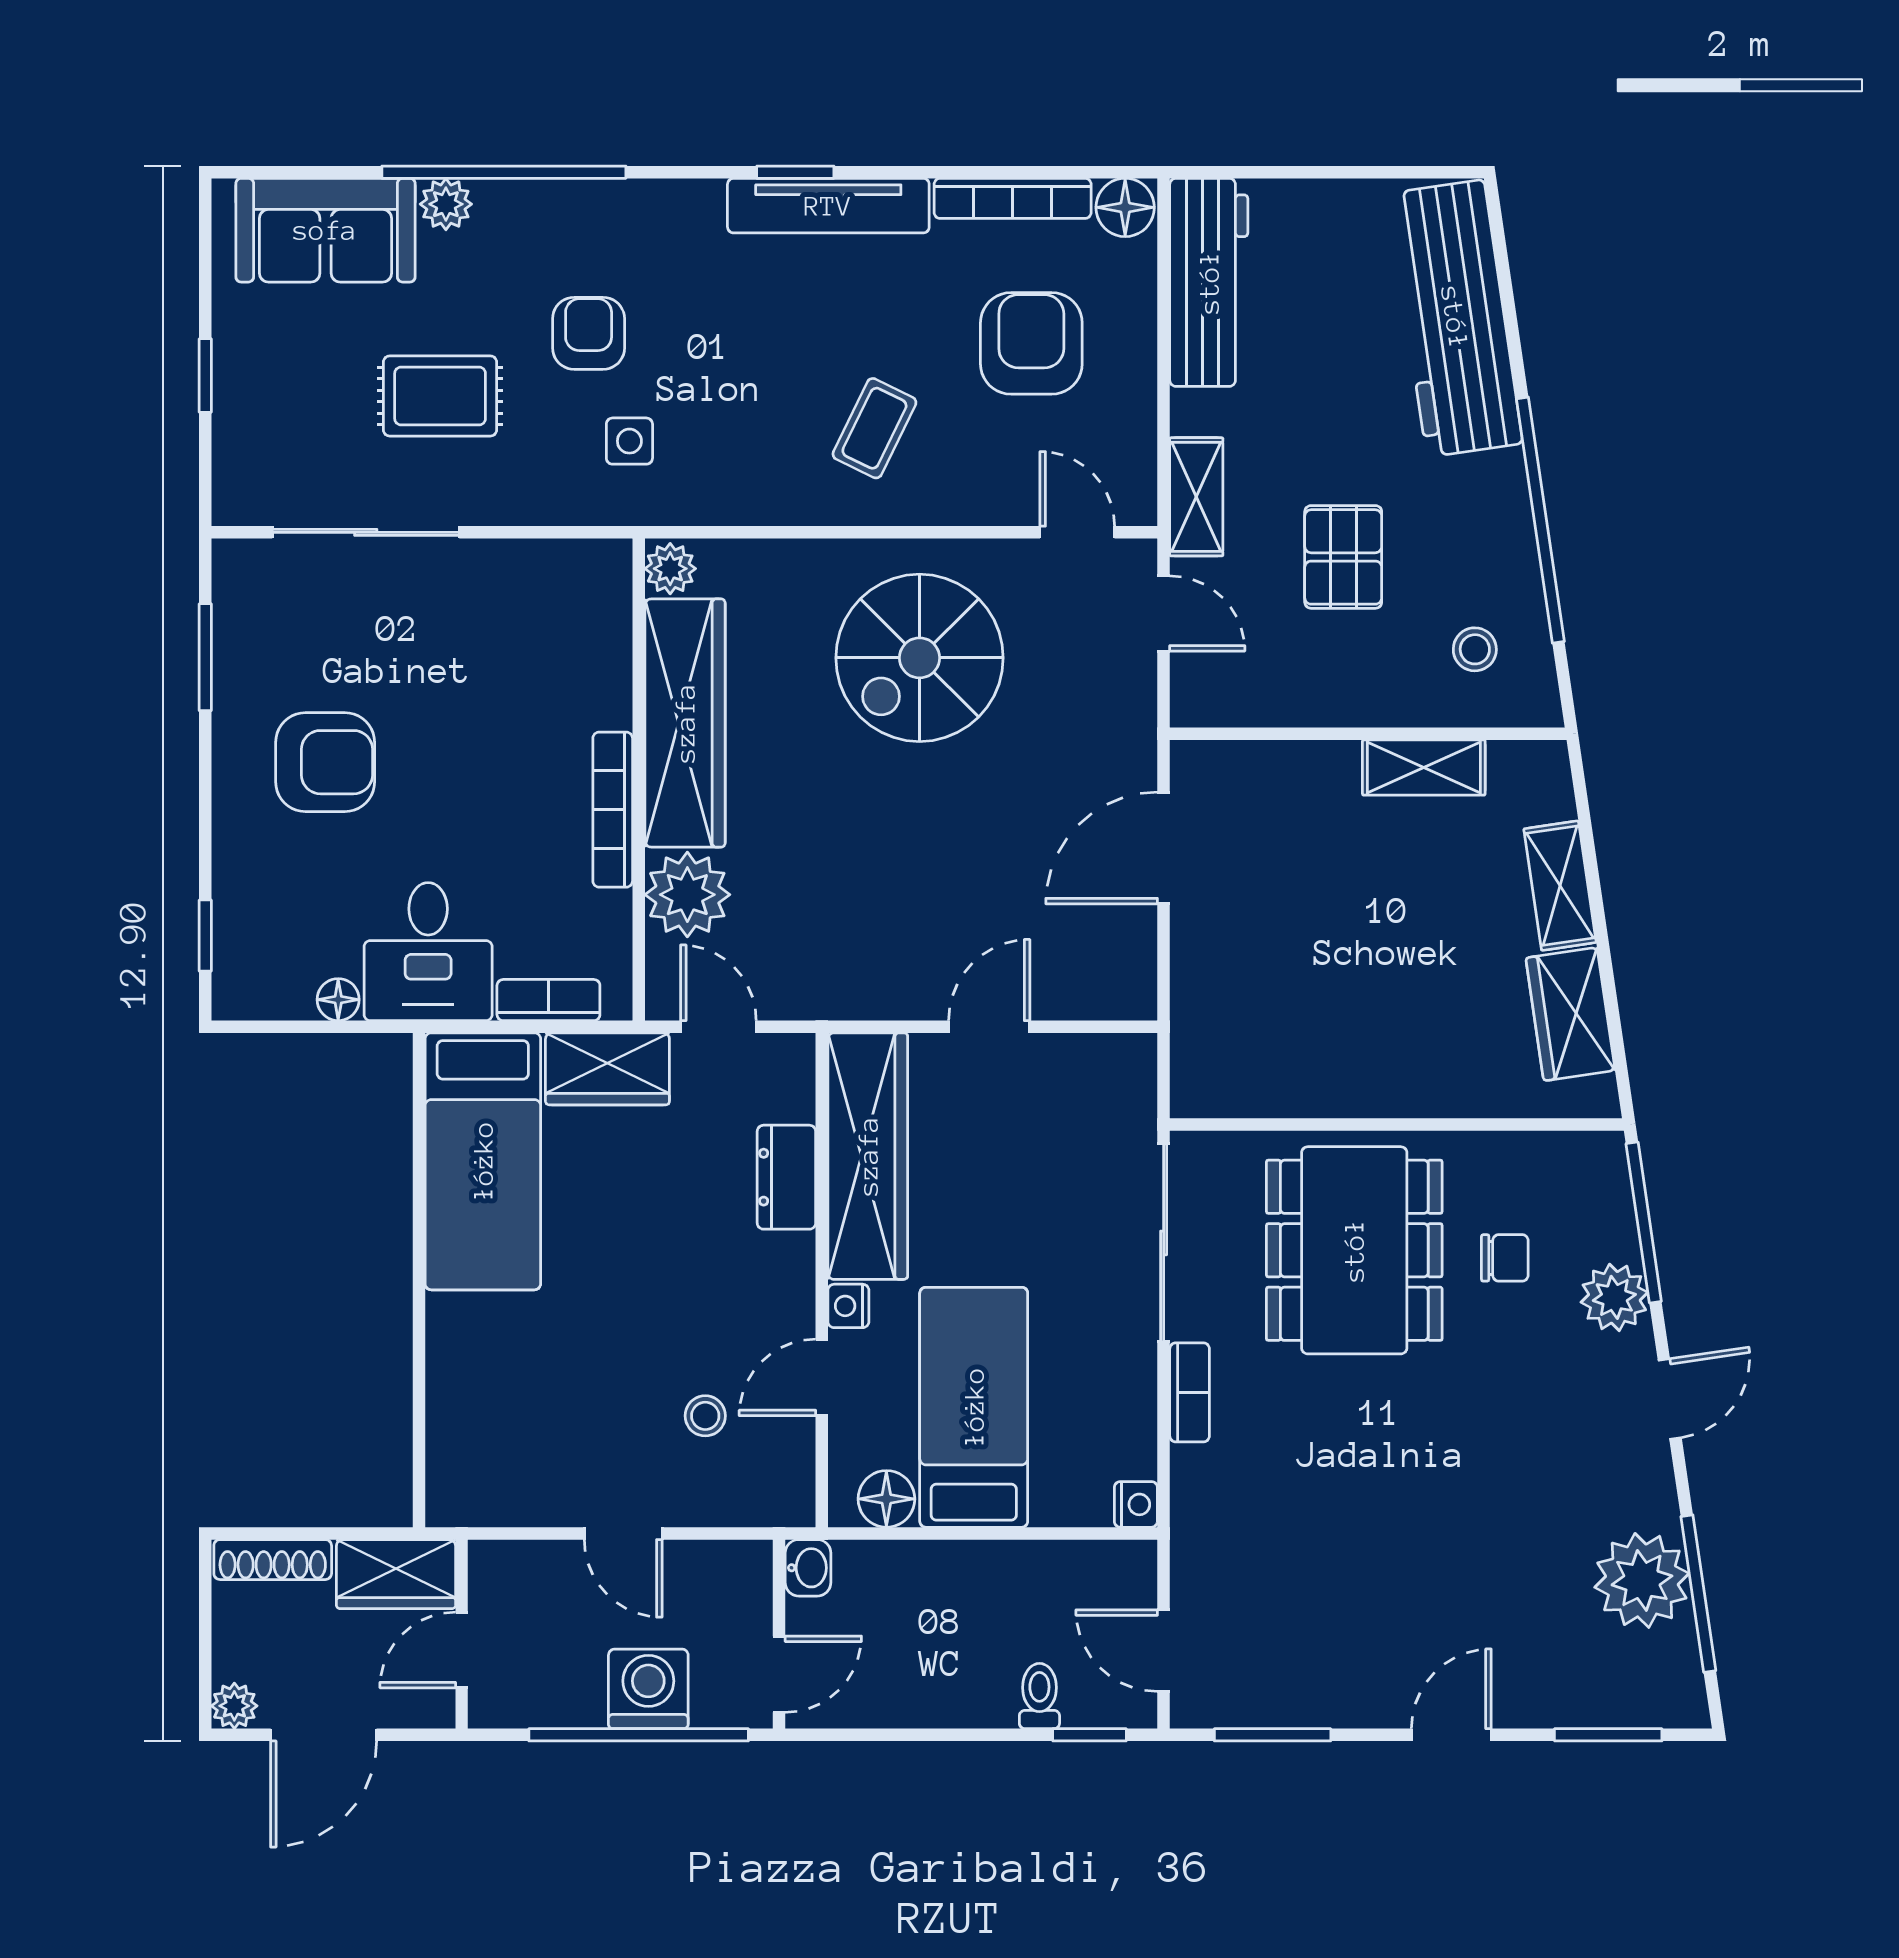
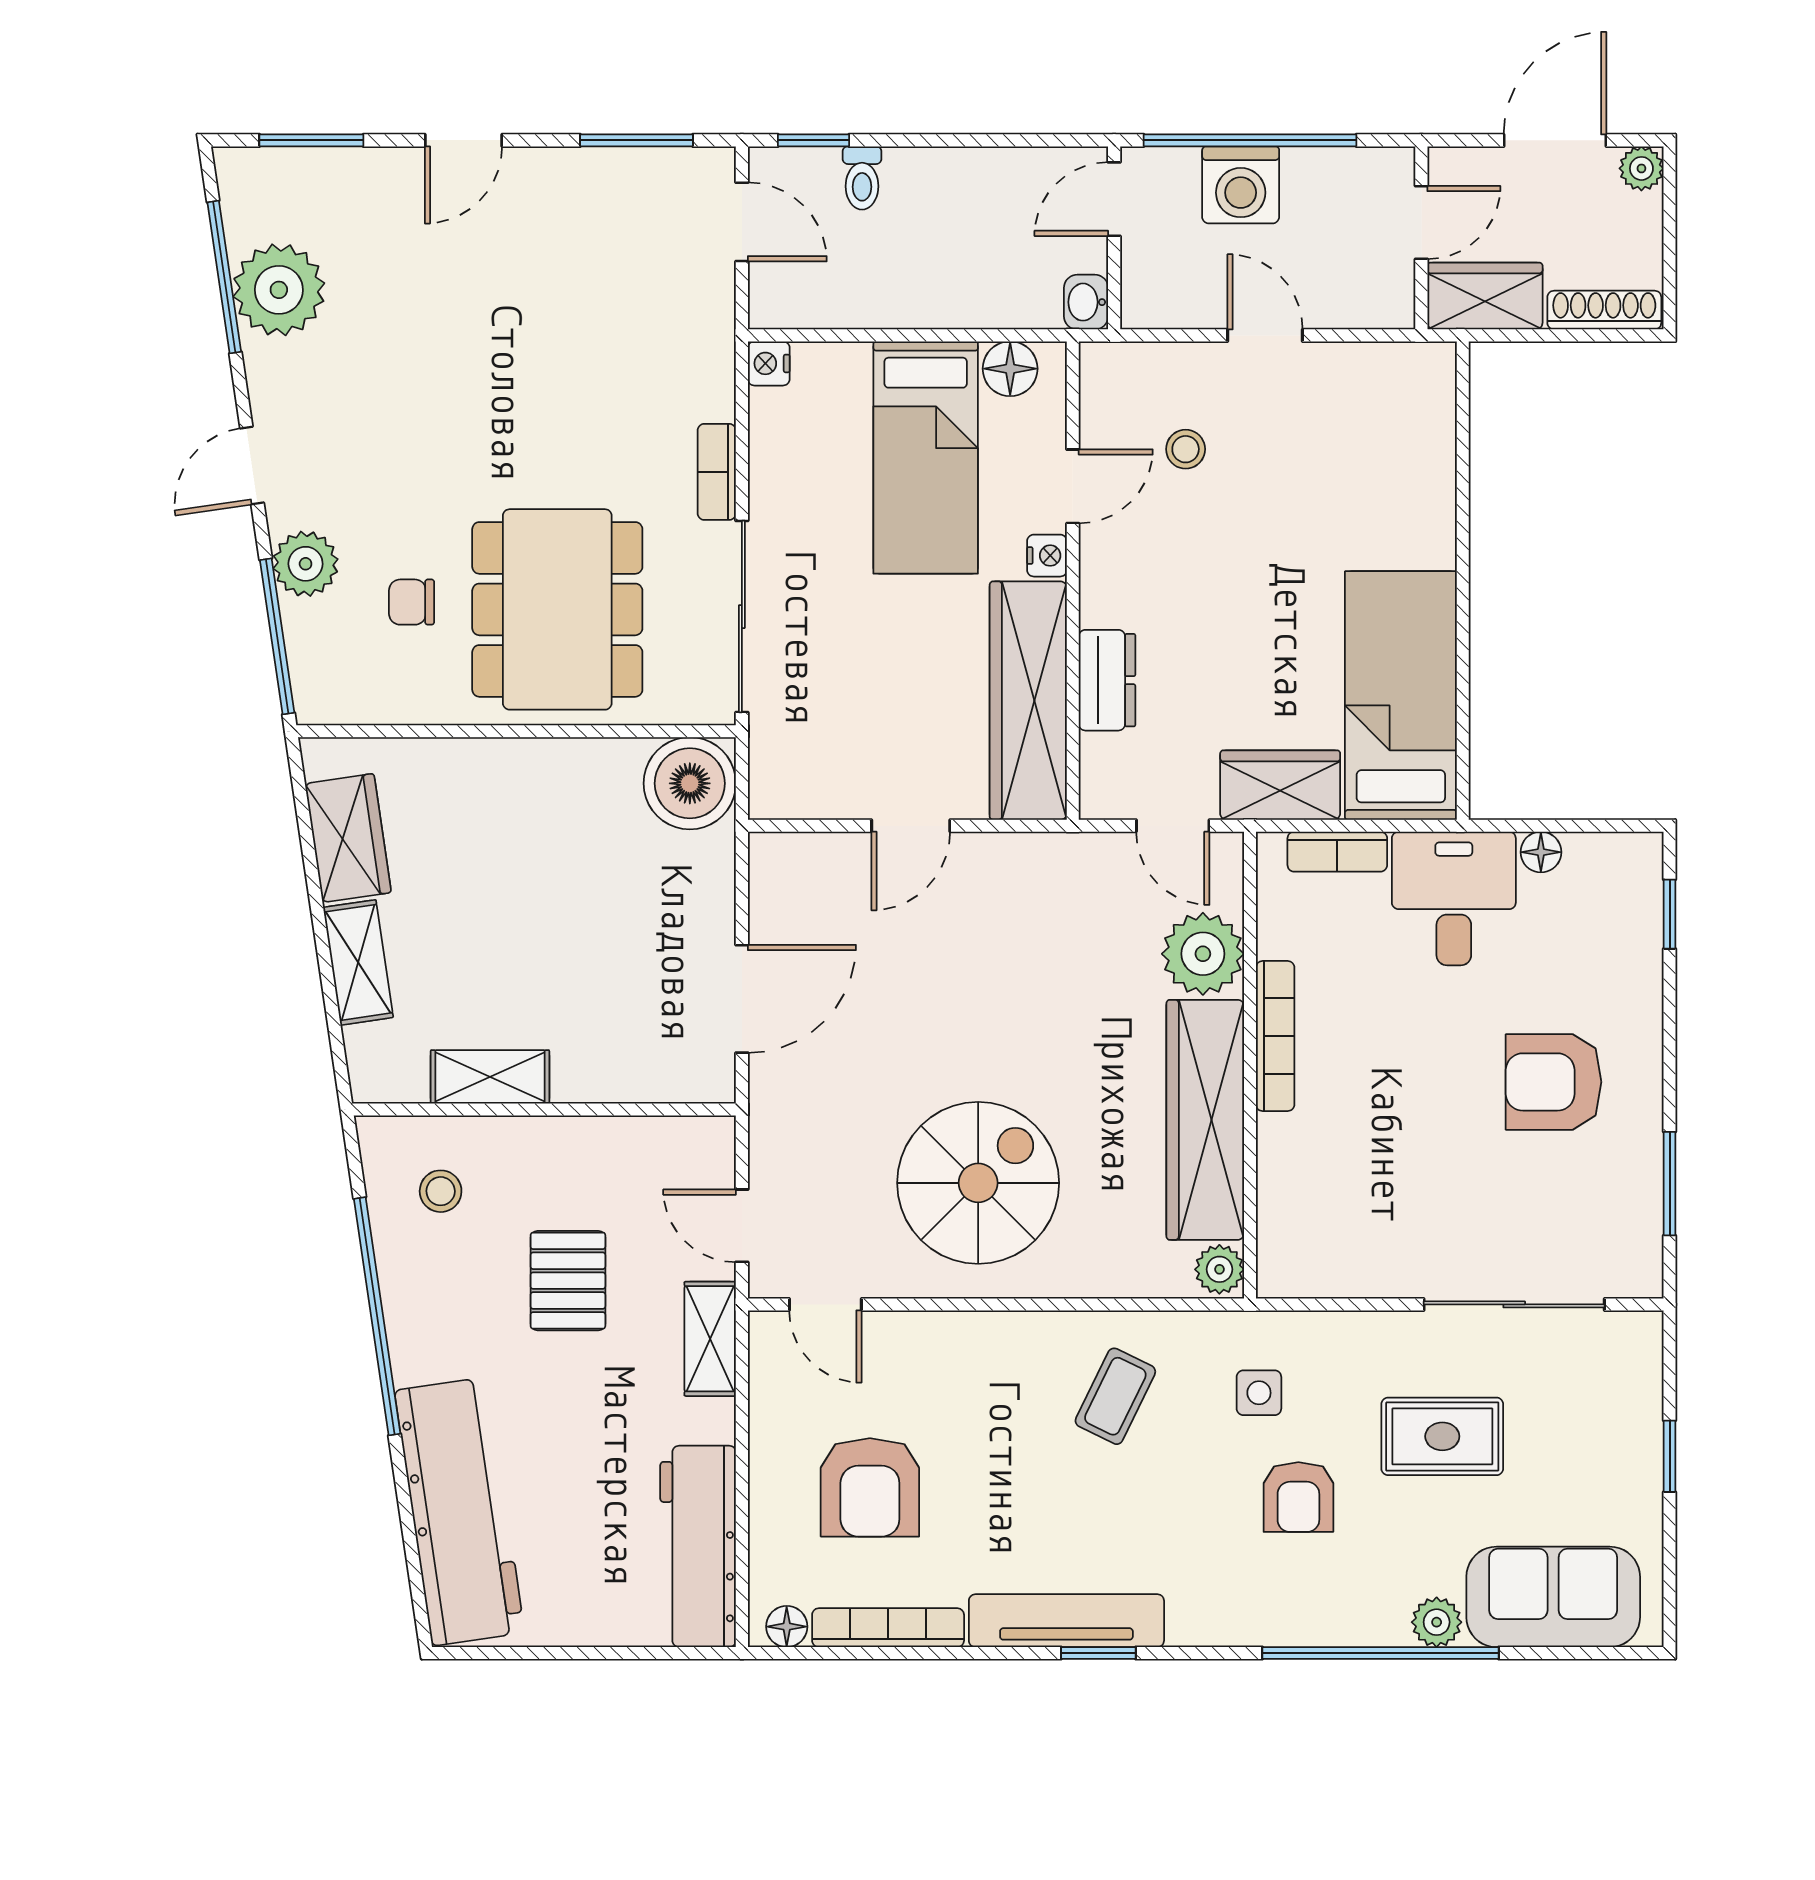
floor lamp: (1125, 207) -> (787, 1627), width x0.73, depth x0.73
coffee table: (874, 428) -> (1115, 1396), moved
boiler: (1217, 1071) -> (690, 783), added

